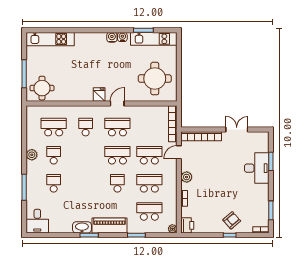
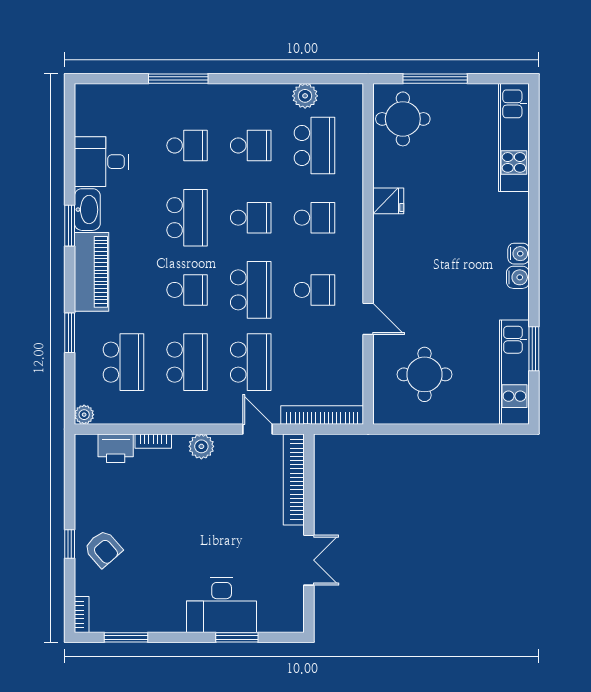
water cooler: (122, 37) -> (519, 254), moved
round table: (155, 79) -> (424, 374), width x0.73, depth x0.73
fridge: (99, 95) -> (388, 201), moved
door: (117, 103) -> (368, 319), moved
school desk: (117, 127) -> (314, 290), width x0.54
plant: (32, 155) -> (305, 96), moved
school desk: (86, 155) -> (251, 218), added
school desk: (86, 183) -> (187, 218), added
desk: (37, 221) -> (101, 162), moved
printer: (187, 225) -> (116, 448), moved

